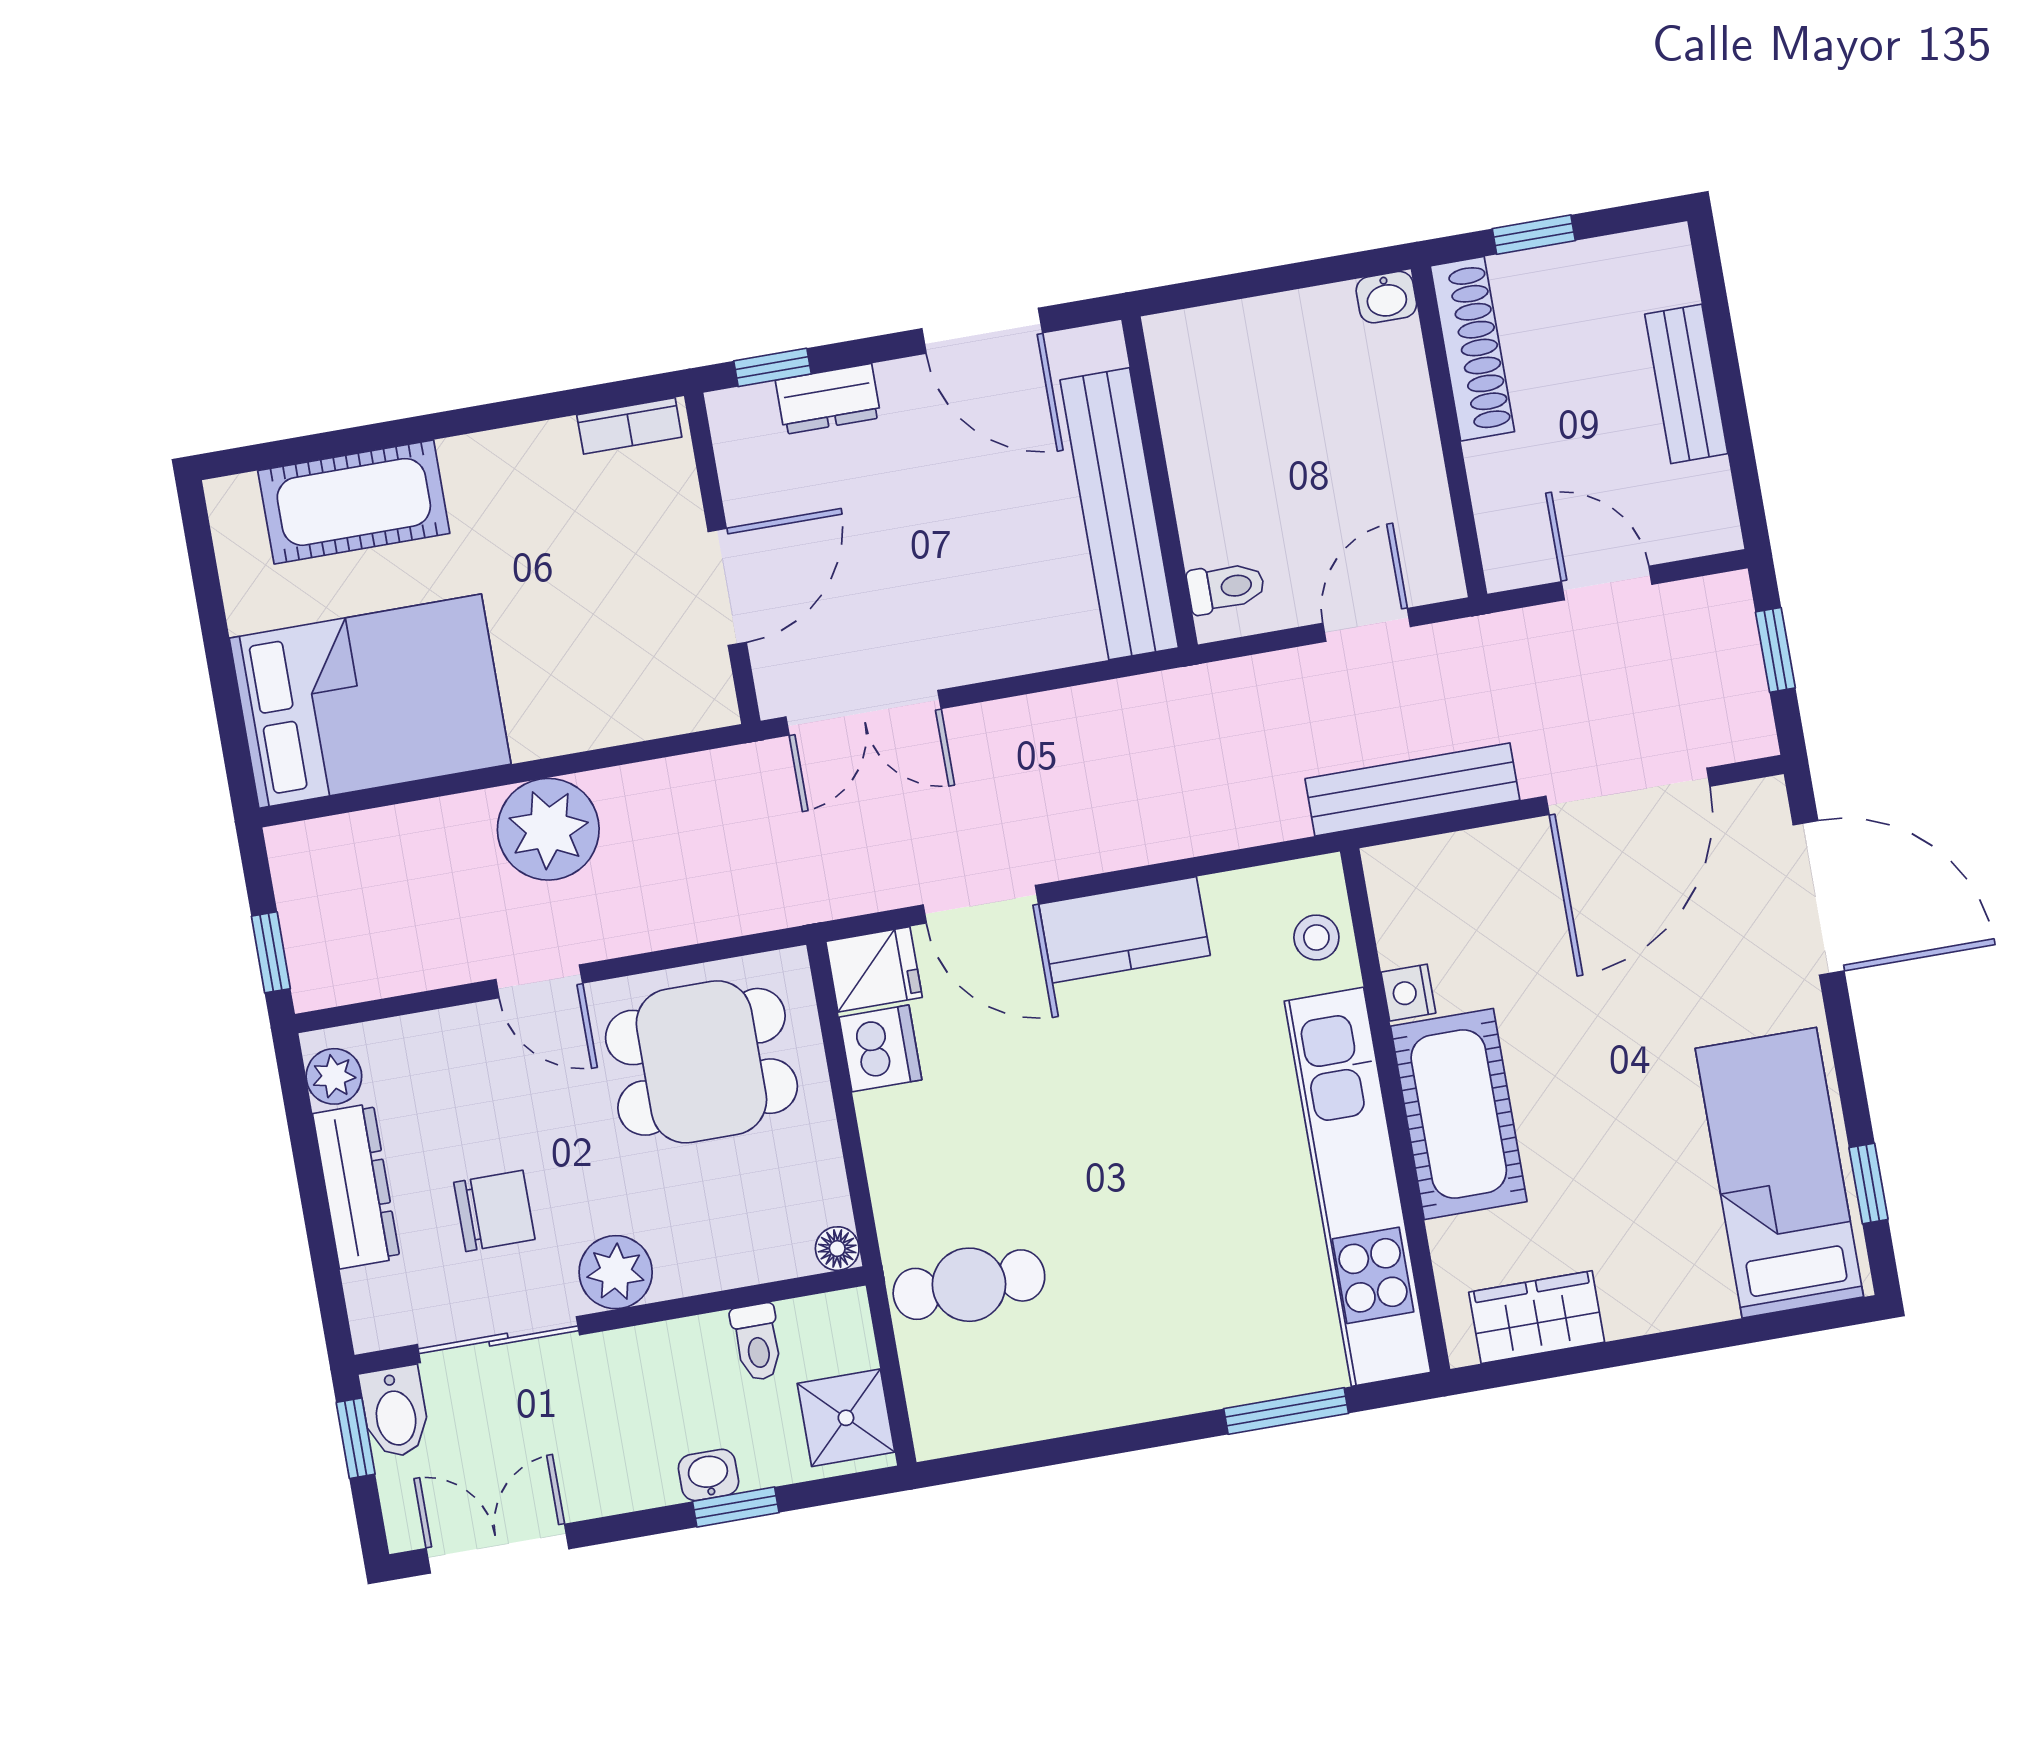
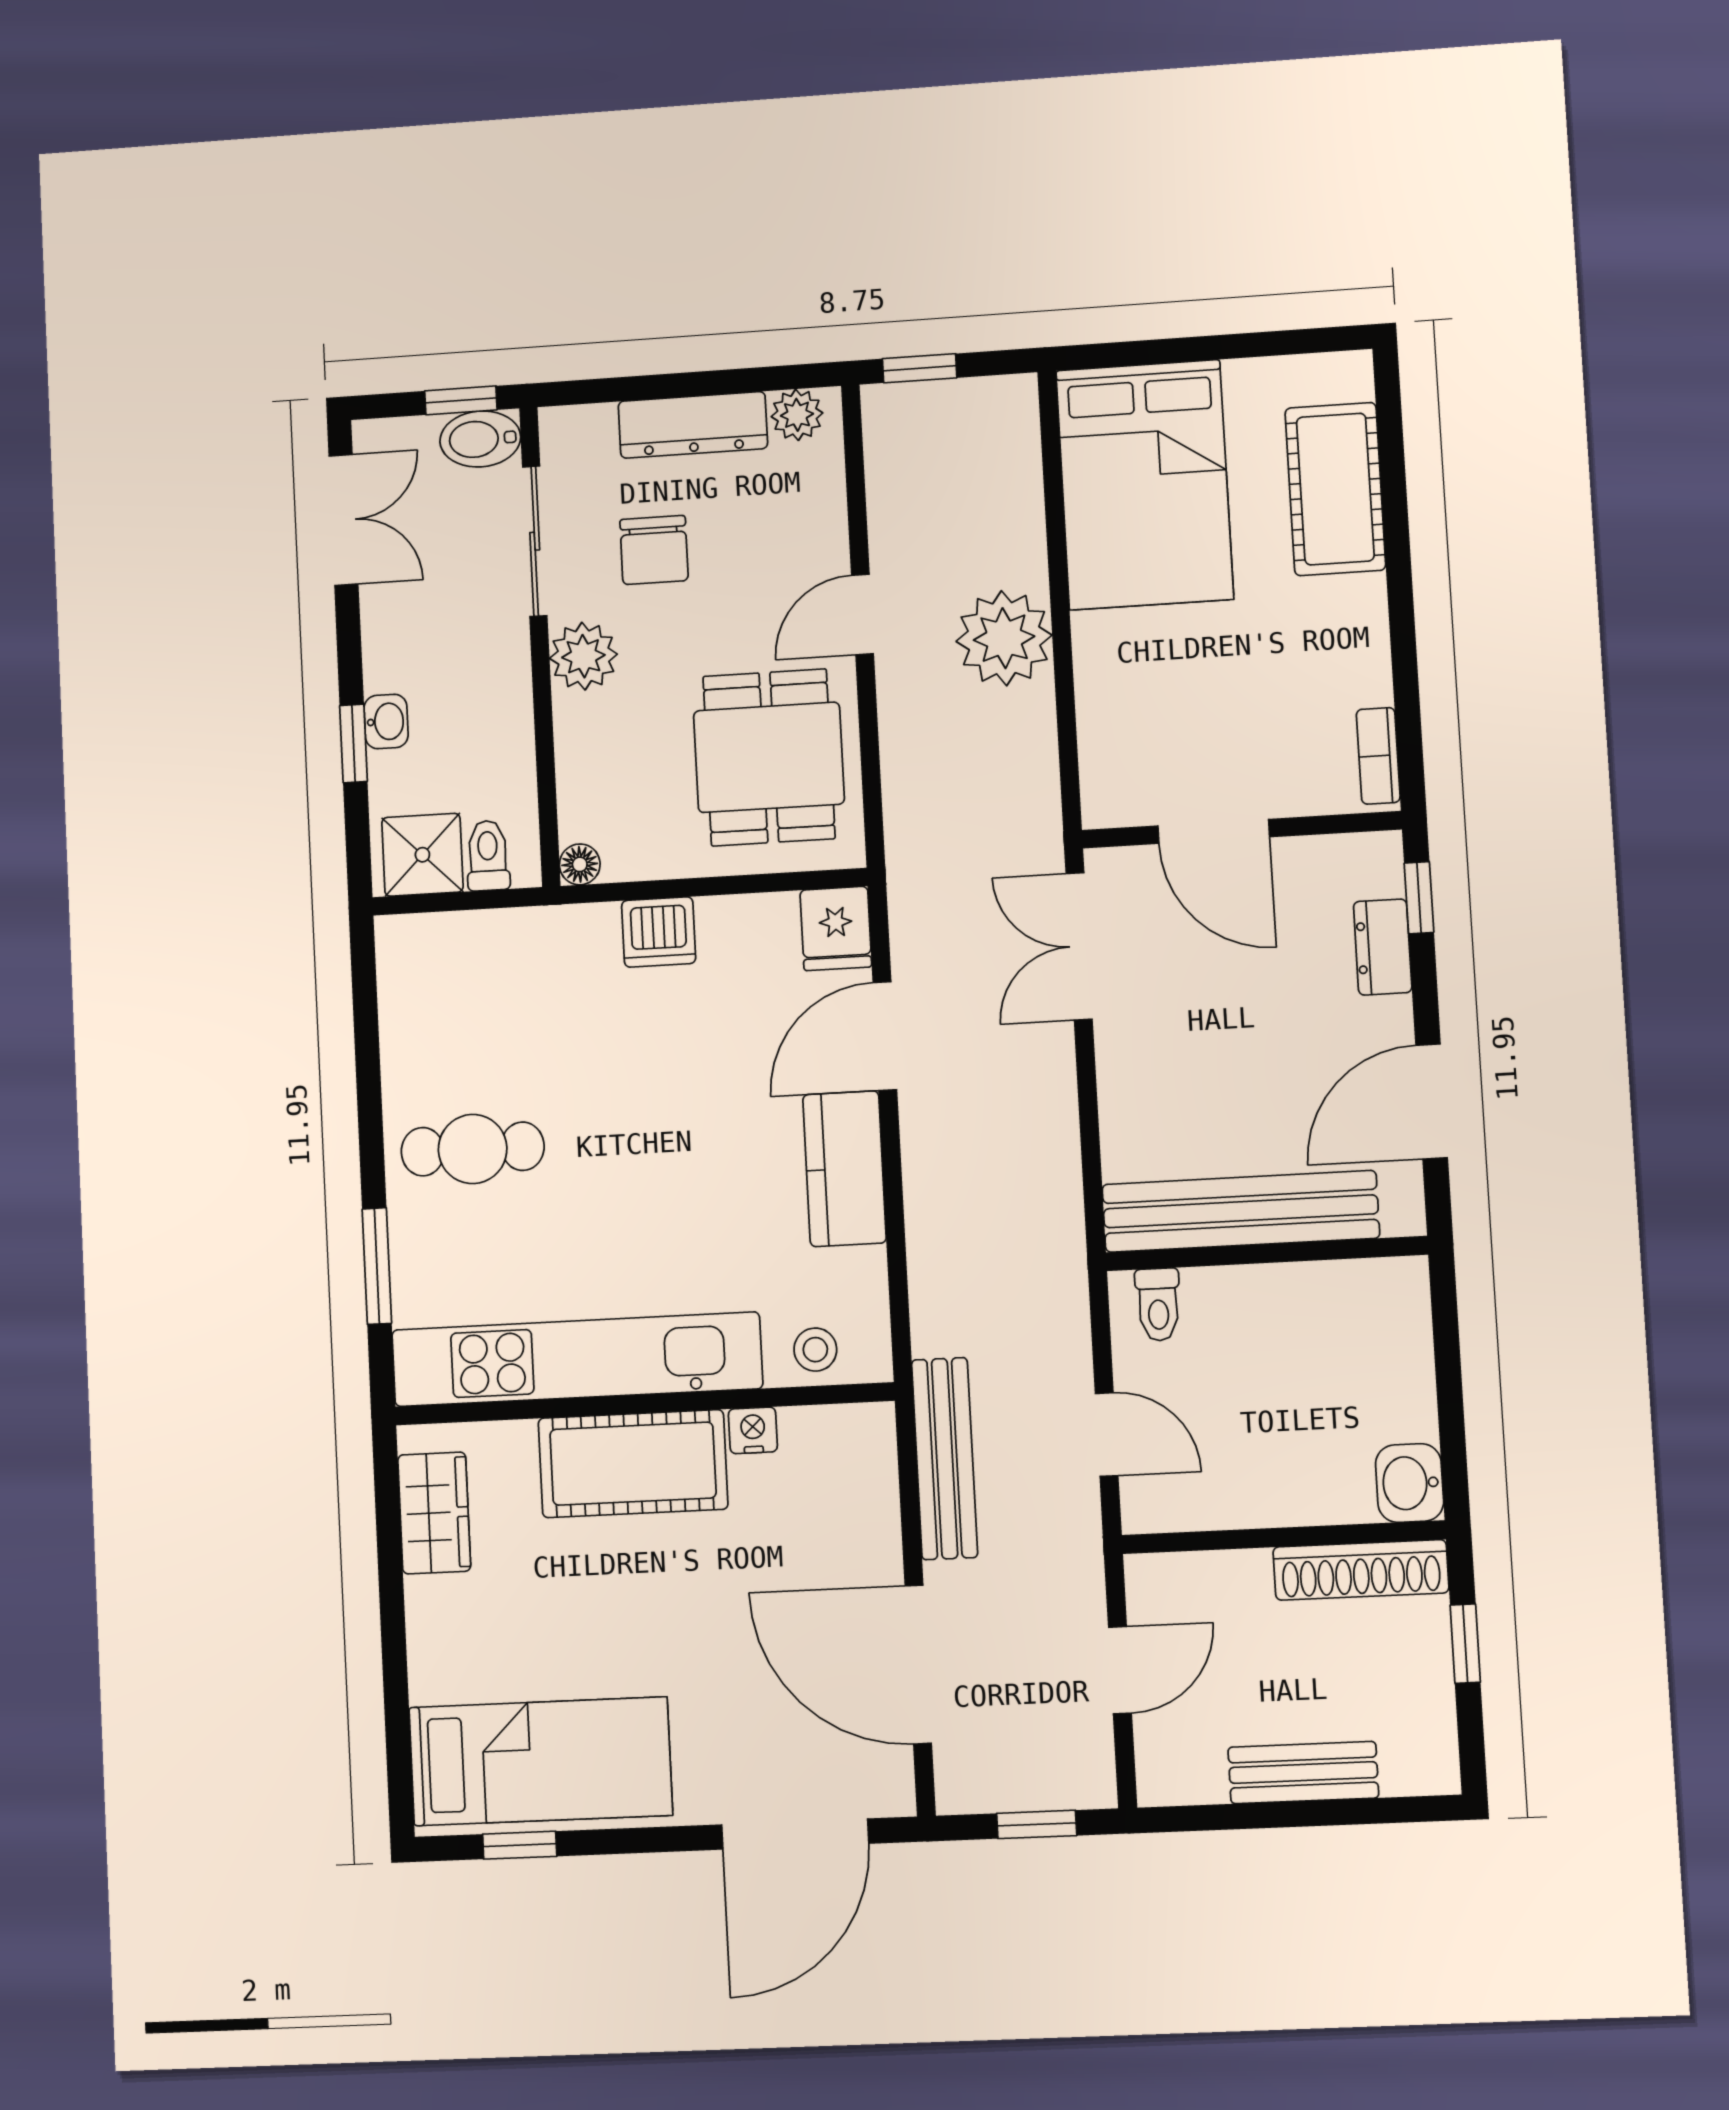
washbasin: (1386, 297) -> (1410, 1483), width x1.38, depth x1.45
dishwasher: (880, 1048) -> (659, 932), moved
cafe table: (969, 1285) -> (473, 1149), moved, turned 90
toilet: (757, 1342) -> (488, 855), moved, turned 90

